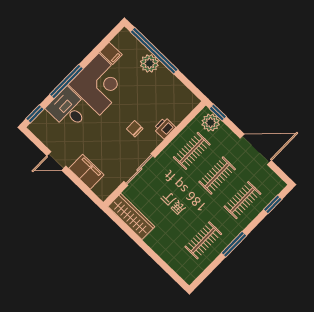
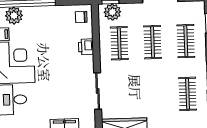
plant: (149, 63) -> (14, 16), moved
chair: (135, 129) -> (81, 17), moved

